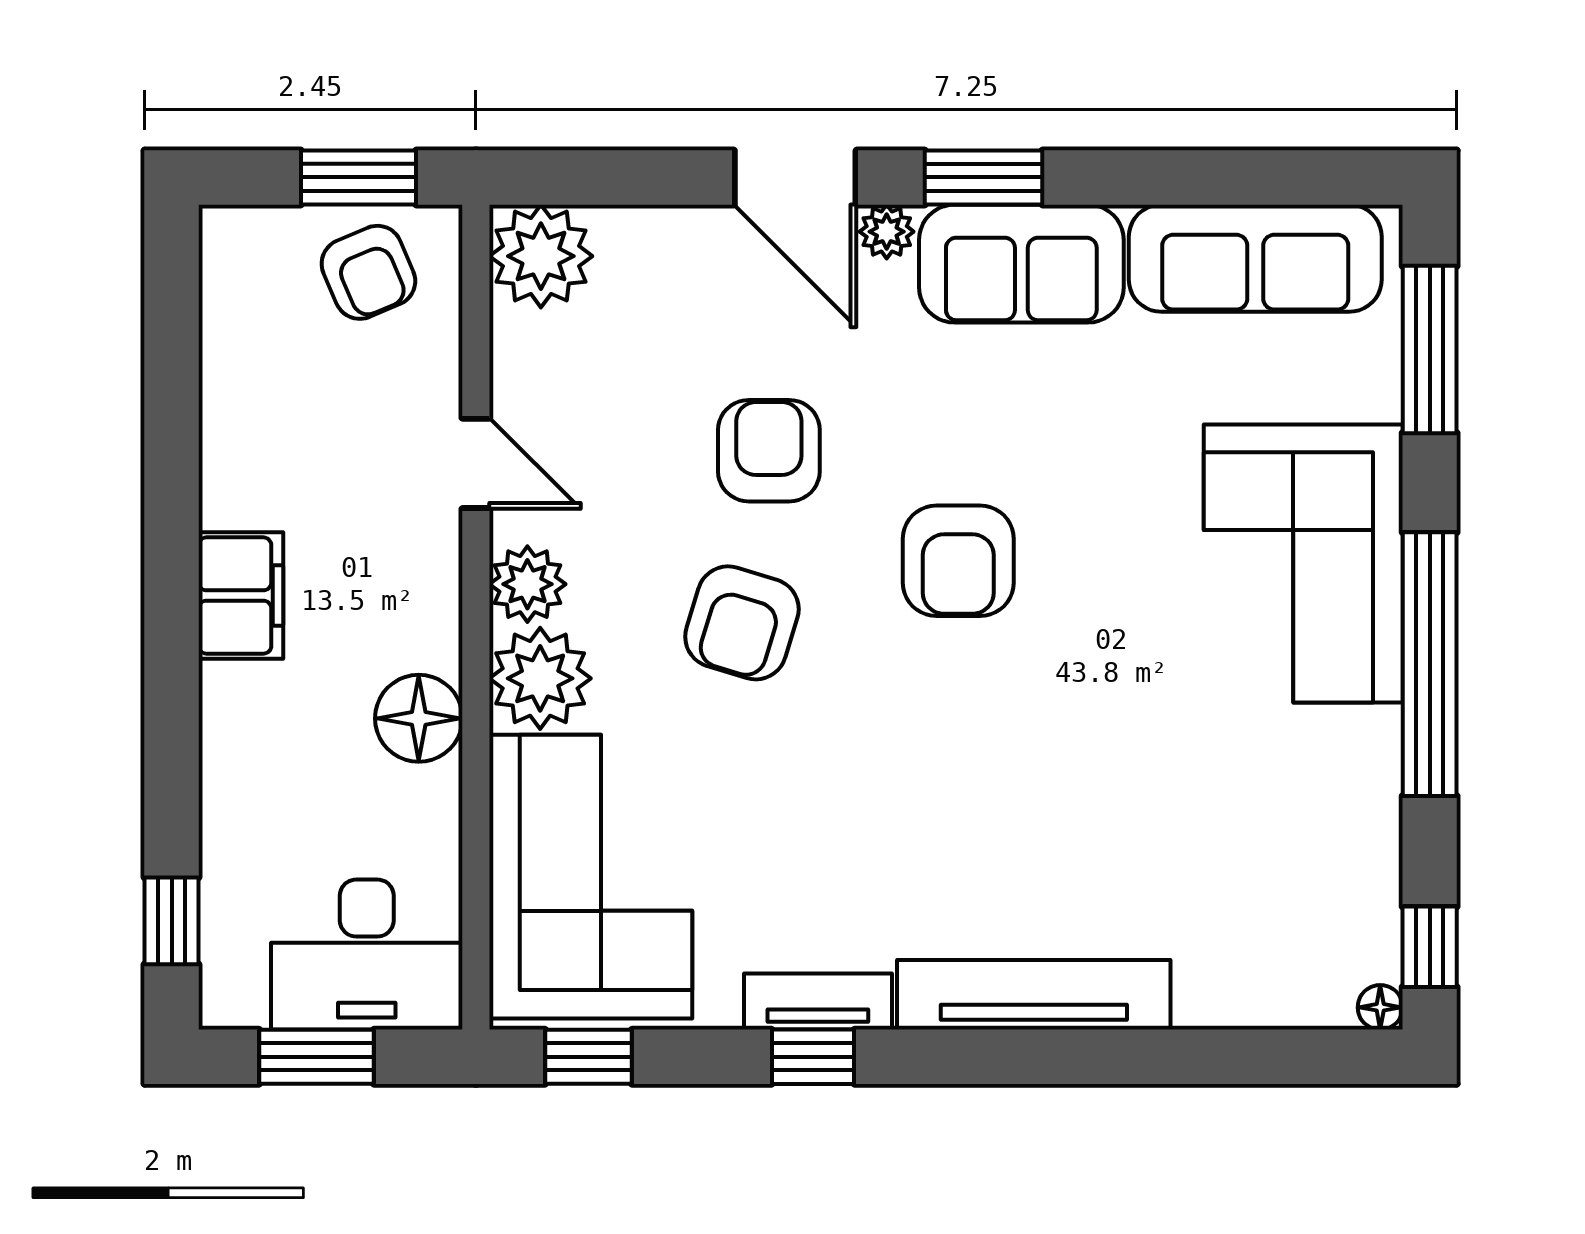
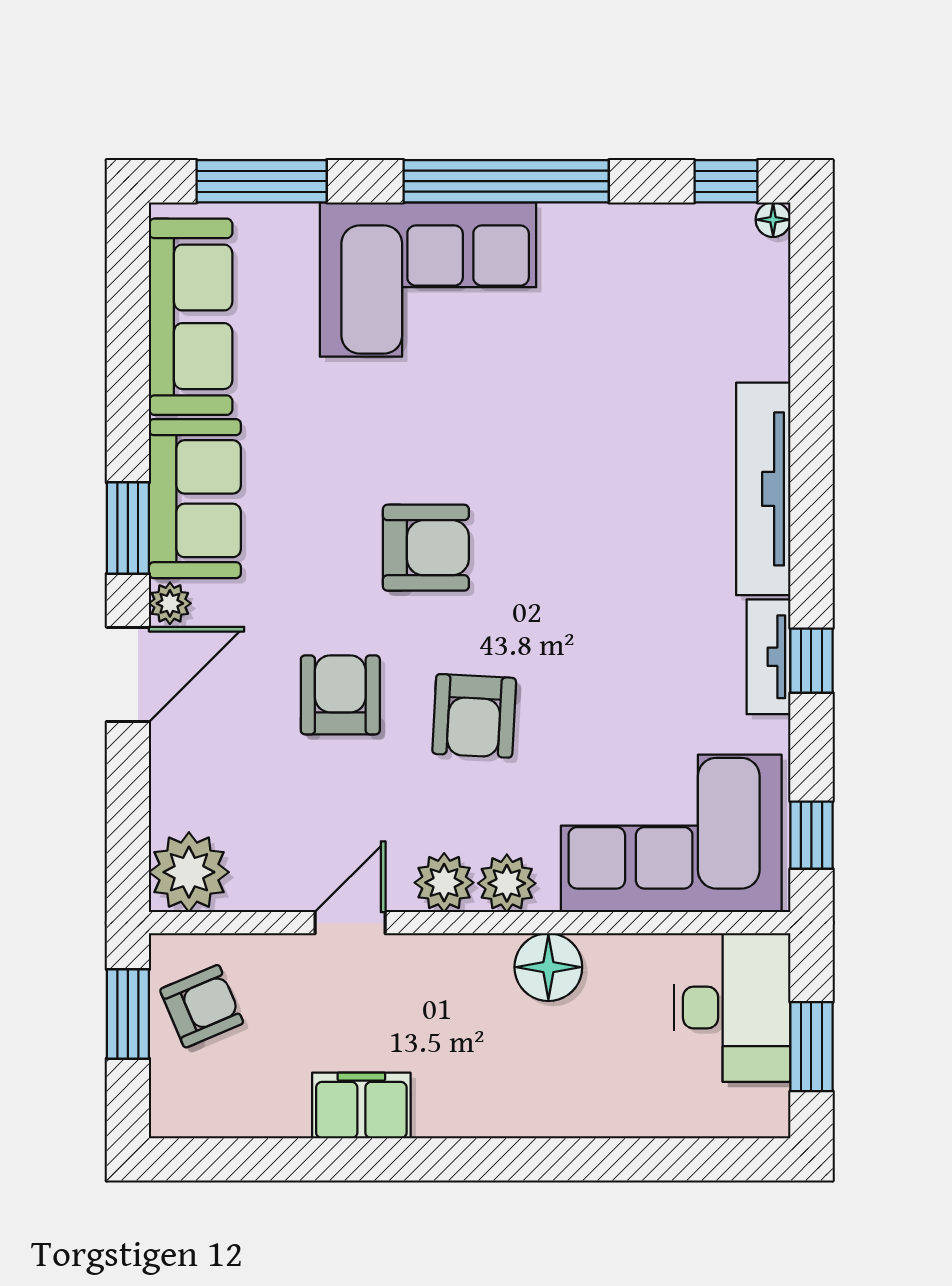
armchair: (769, 451) -> (340, 695), turned 90
filing cabinet: (241, 596) -> (361, 1105), moved
armchair: (742, 623) -> (474, 716), turned 76
plant: (540, 678) -> (507, 883), width x0.73, depth x0.73
window: (172, 921) -> (706, 1159), removed

